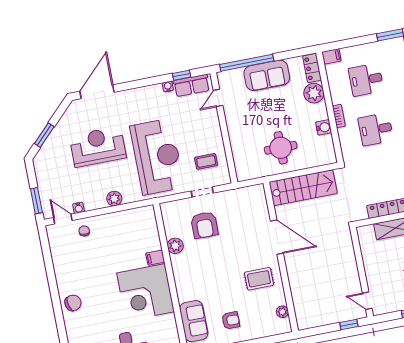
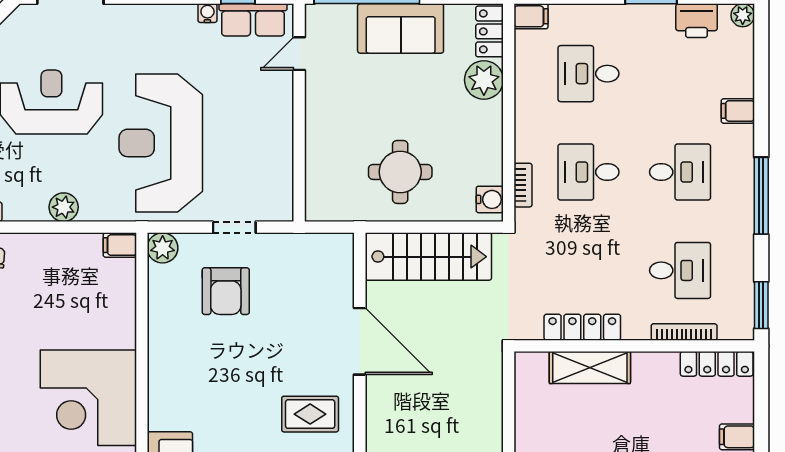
bookcase: (339, 116) -> (523, 185), moved
water cooler: (324, 127) -> (490, 199), moved
reception desk: (157, 157) -> (161, 143), turned 180
coffee table: (206, 161) -> (253, 170), removed
plant: (175, 246) -> (163, 248), moved
filing cabinet: (155, 258) -> (120, 245), moved

